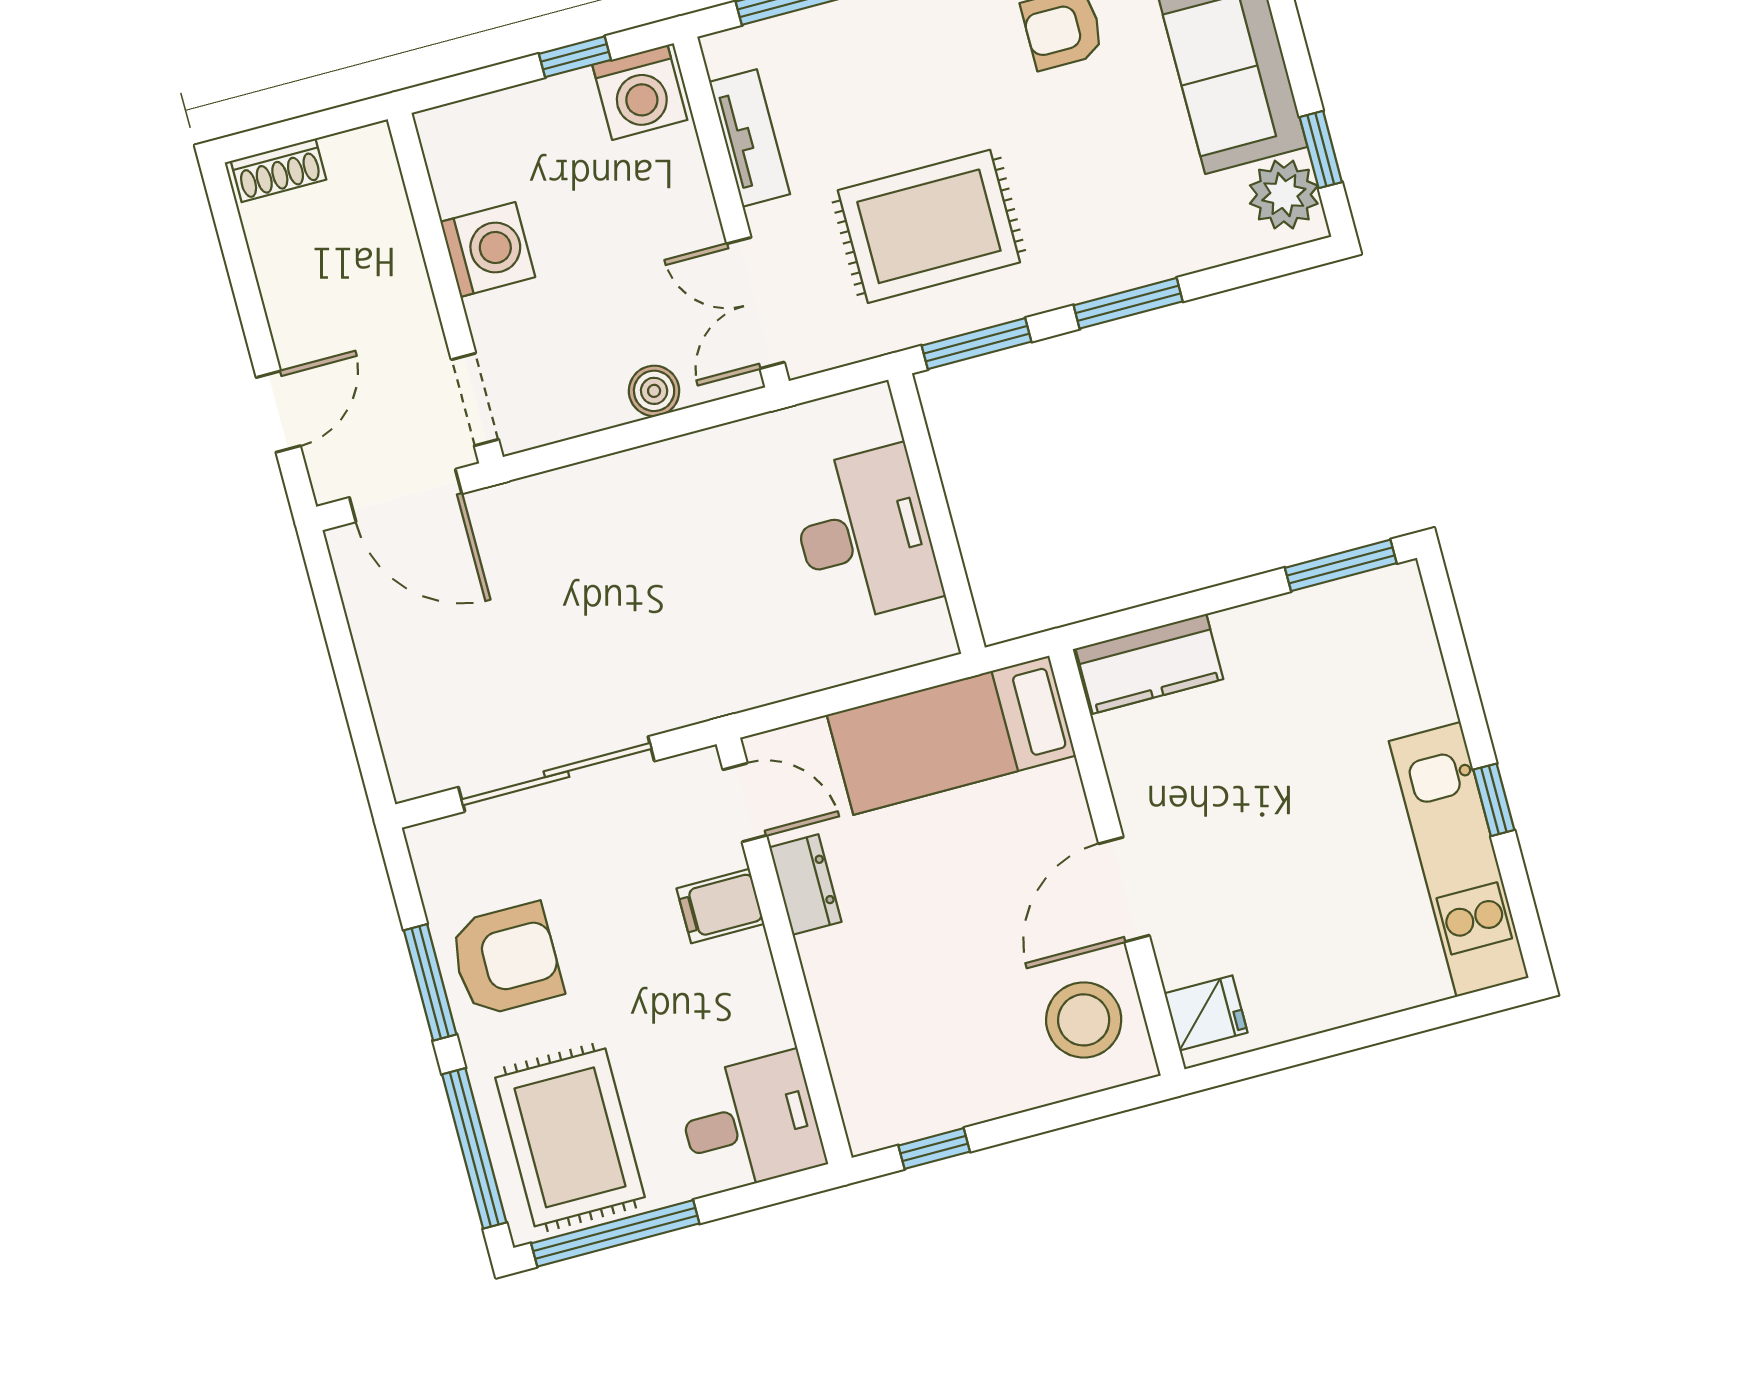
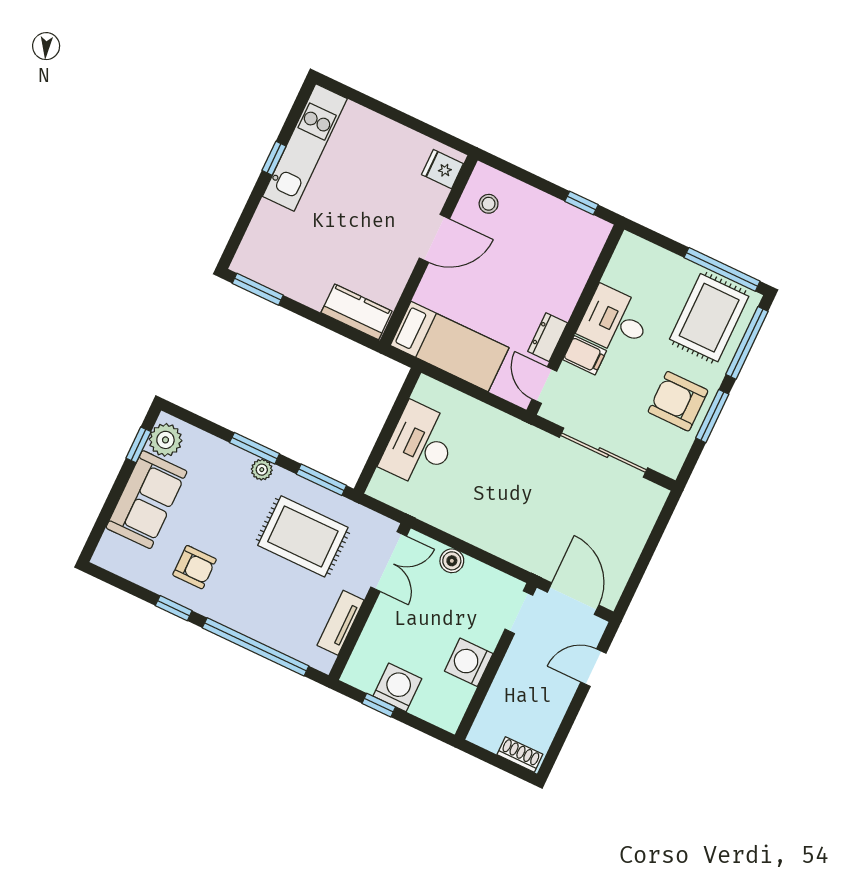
washing machine: (640, 92) -> (397, 687), moved
plant: (1087, 278) -> (262, 470), added
stool: (1084, 1020) -> (489, 204), width x0.53, depth x0.53
desk: (750, 1122) -> (615, 321), moved

